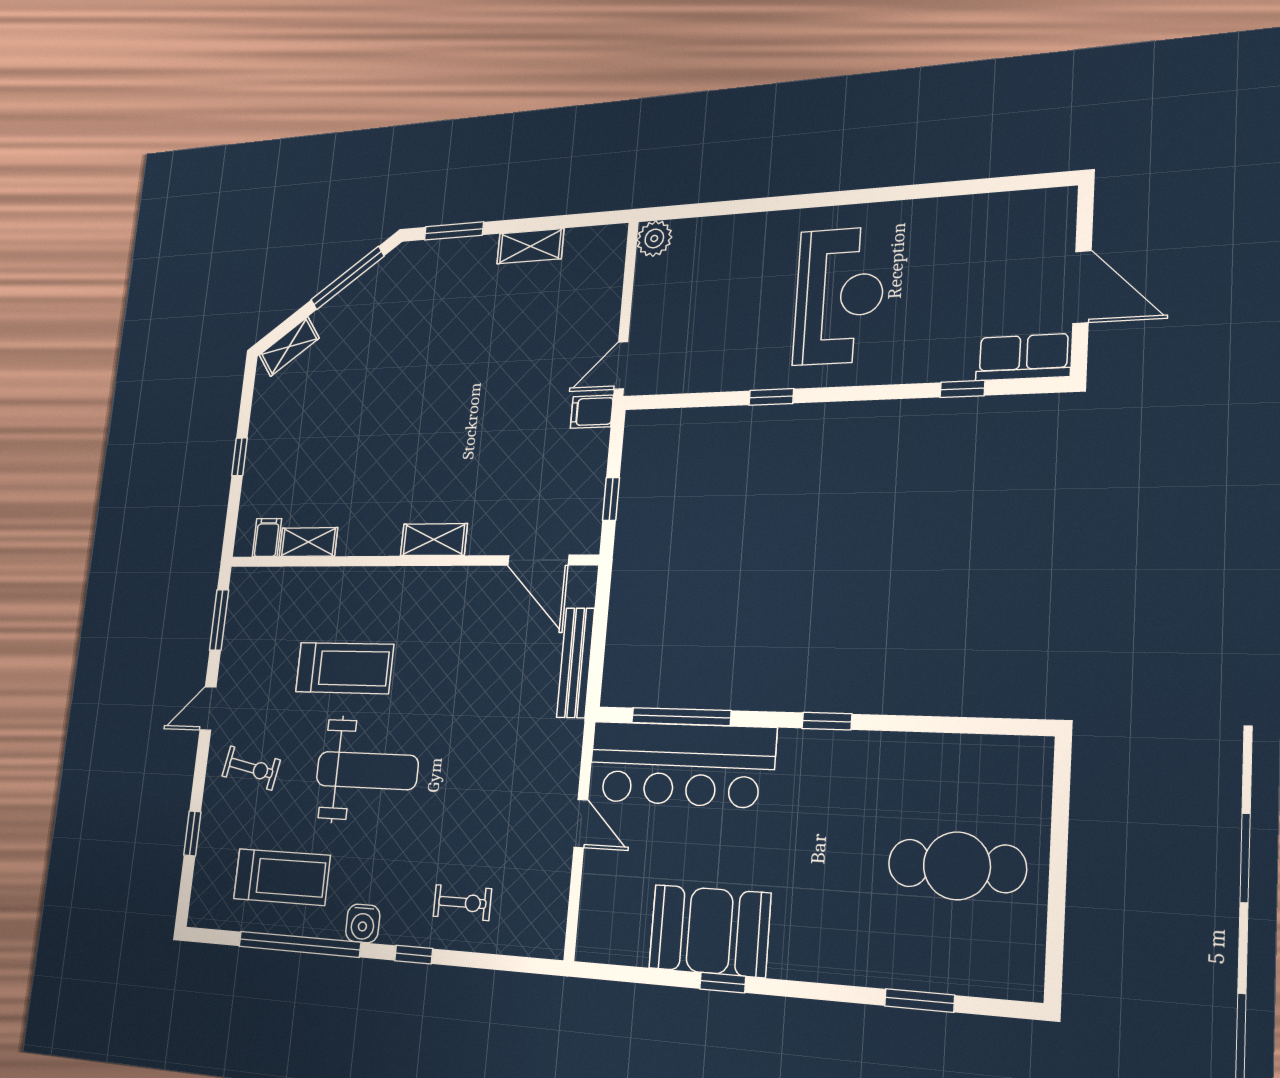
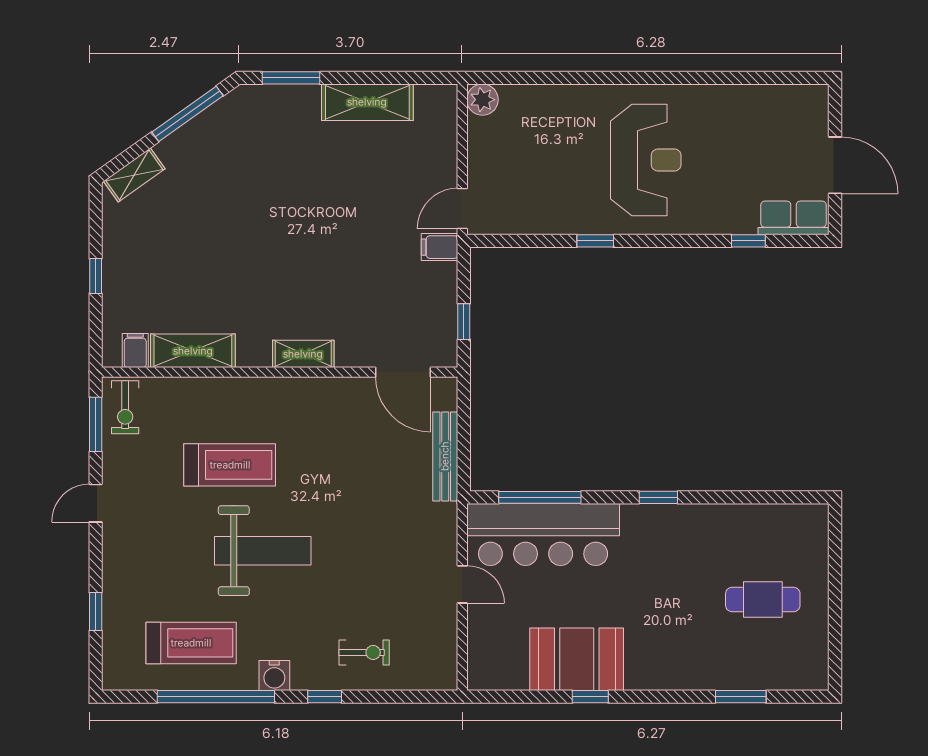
shelving: (530, 246) -> (367, 102), width x1.50, depth x1.33
shelving: (308, 542) -> (193, 351), width x1.50, depth x1.33
exercise bike: (251, 768) -> (125, 407), moved, turned 79
cafe table: (957, 866) -> (763, 599), width x0.73, depth x0.74

